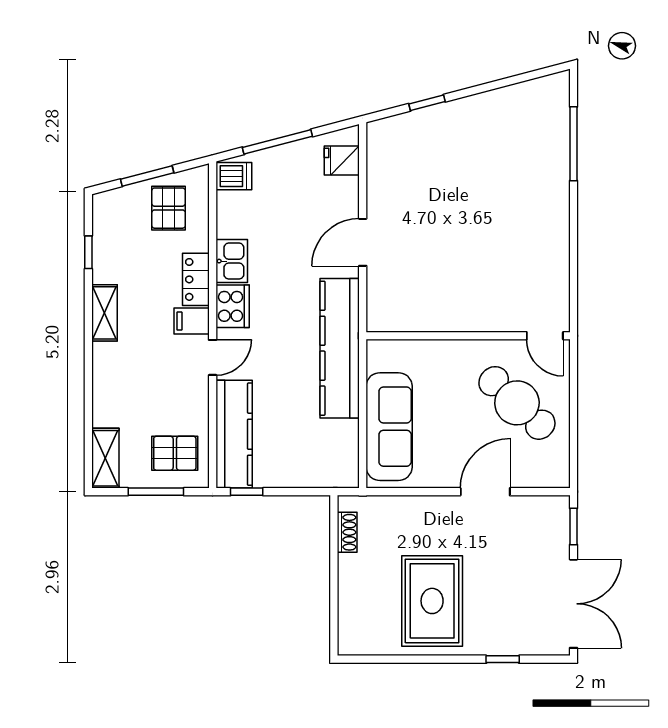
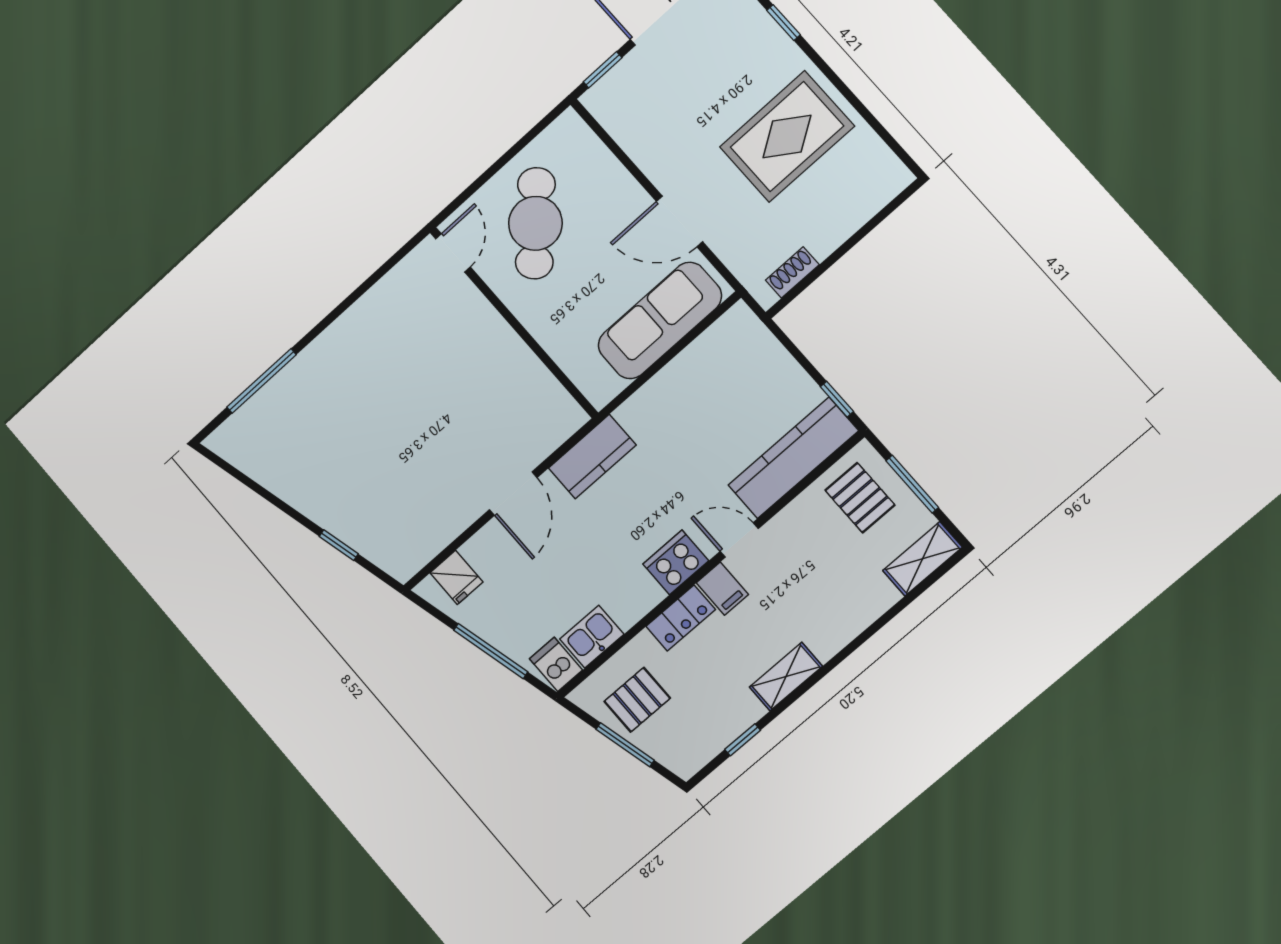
door: (363, 242) -> (513, 494), hinge flipped
kitchen sink: (232, 261) -> (592, 637), moved
kitchen counter: (340, 348) -> (592, 457), width x0.48, depth x0.86
door: (485, 492) -> (680, 221), moved

